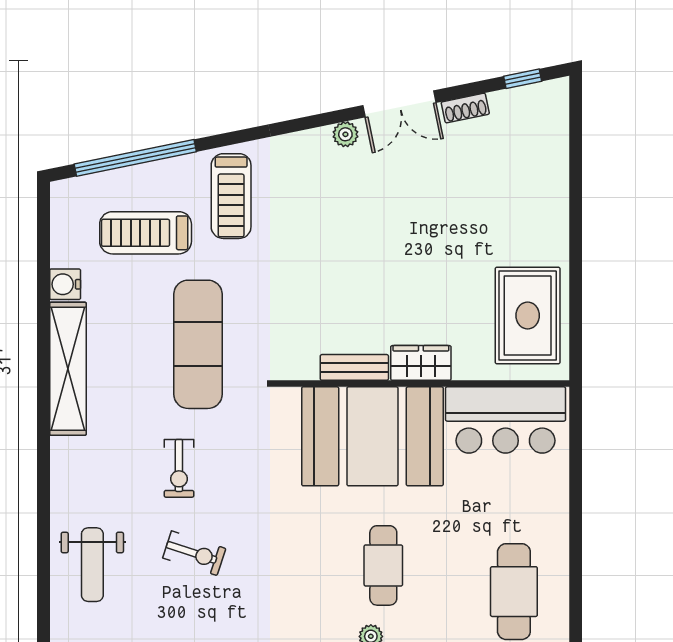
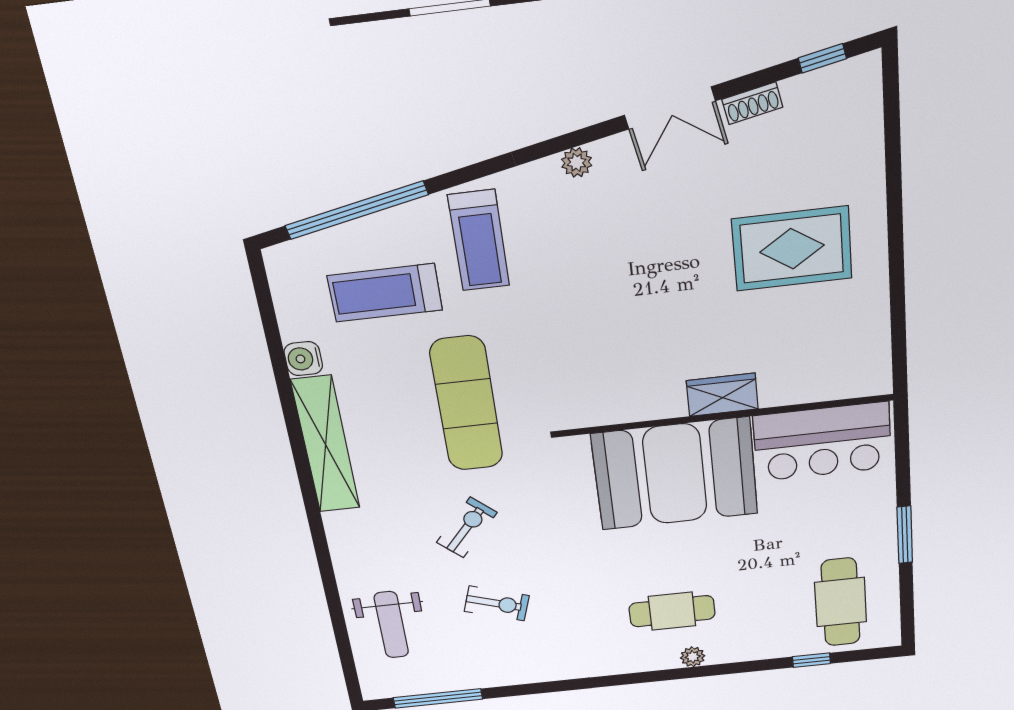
plant: (345, 134) -> (577, 162), moved
rug: (528, 316) -> (792, 249), moved, turned 90
bench: (354, 367) -> (647, 408), removed
exercise bike: (179, 468) -> (467, 527), turned -139
window: (576, 525) -> (905, 535), added
cafe table: (383, 565) -> (672, 611), moved, turned 90

